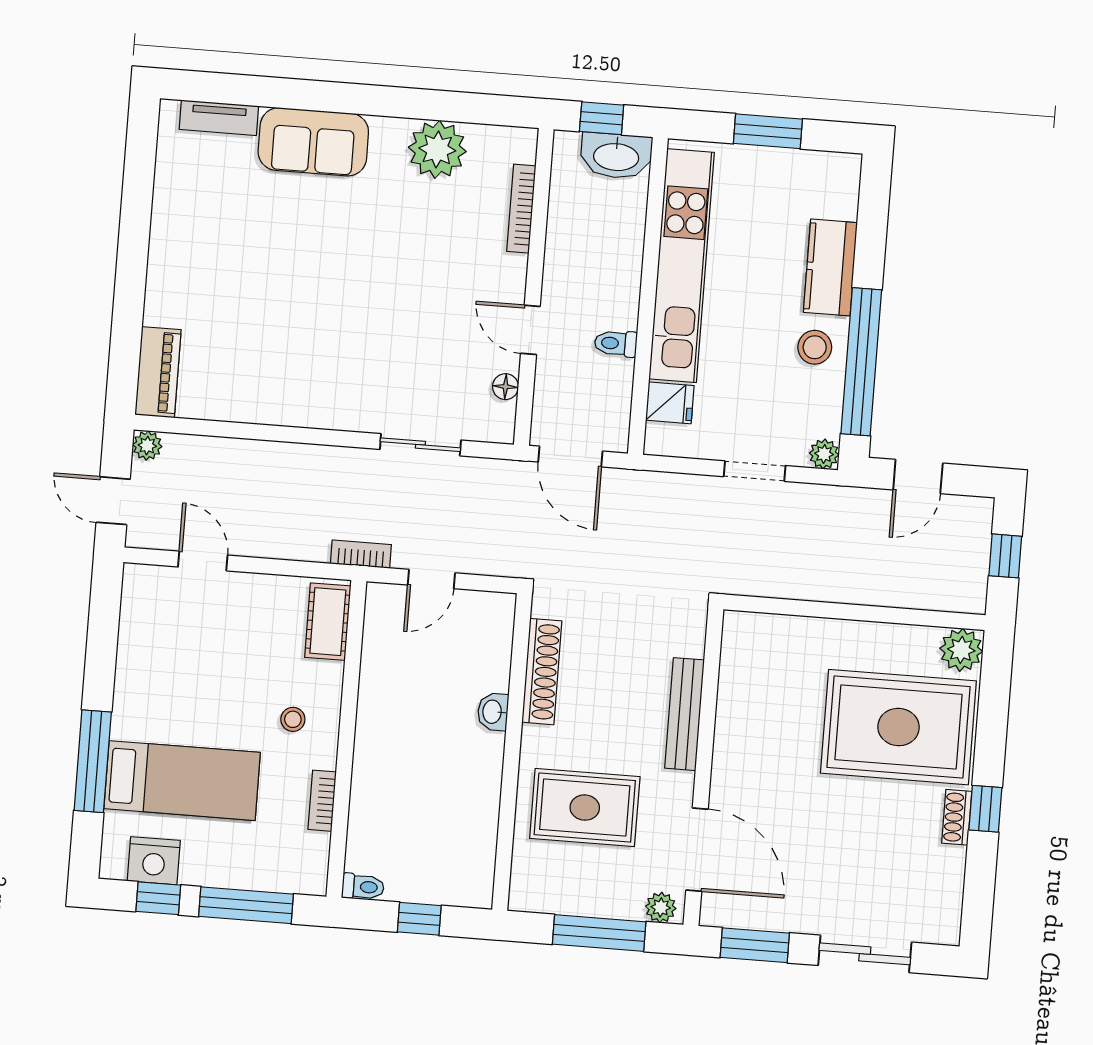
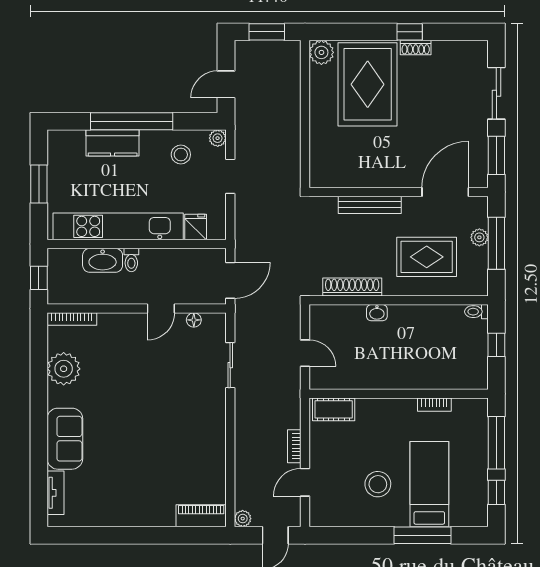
washbasin: (616, 156) -> (103, 260), moved, turned 90
bookcase: (521, 209) -> (72, 319), moved
toilet: (616, 343) -> (131, 260), moved
stool: (815, 347) -> (181, 155), moved
window: (861, 362) -> (132, 121), moved
door: (918, 476) -> (226, 84), swing flipped
bookcase: (361, 554) -> (294, 446), moved
window: (1005, 556) -> (267, 32), width x1.50
stool: (293, 719) -> (378, 484), moved, width x1.89, depth x1.89
rug: (585, 808) -> (427, 257), turned 90
nightstand: (154, 861) -> (476, 497), removed
toilet: (363, 887) -> (476, 312), moved, turned -90
plant: (661, 907) -> (479, 237), moved

